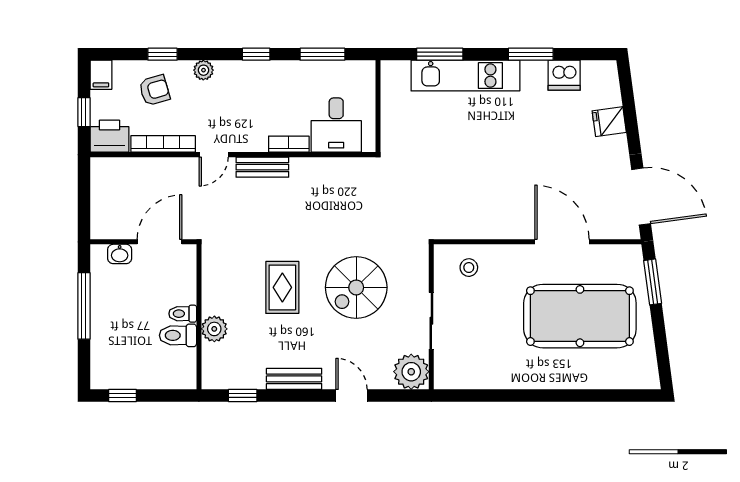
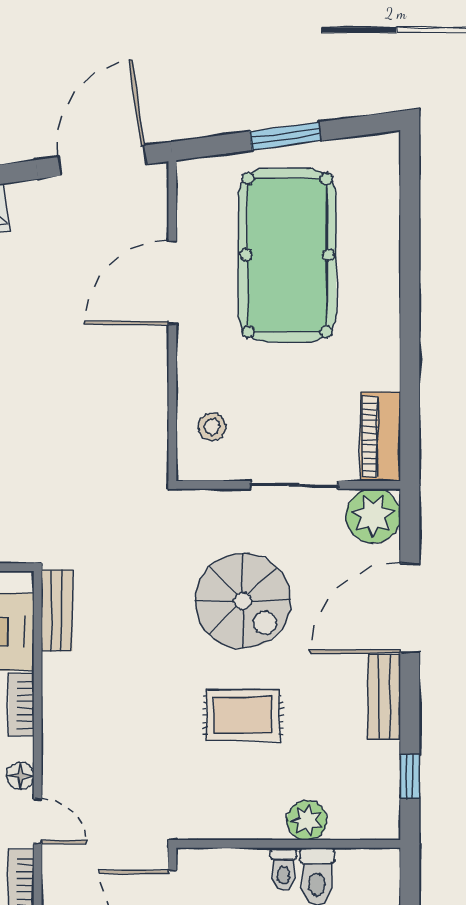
floor lamp: (243, 144) -> (20, 776), added
bench: (262, 167) -> (57, 610), moved
window: (653, 282) -> (286, 136), moved
piano: (463, 377) -> (381, 436), added
door: (352, 395) -> (410, 608), width x1.88

